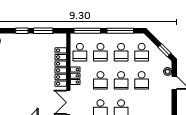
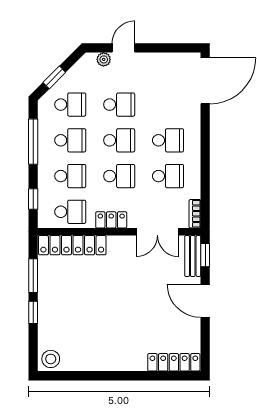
window: (87, 31) -> (33, 199), width x0.46
window: (165, 50) -> (54, 77), moved
locker: (61, 67) -> (72, 245), moved

